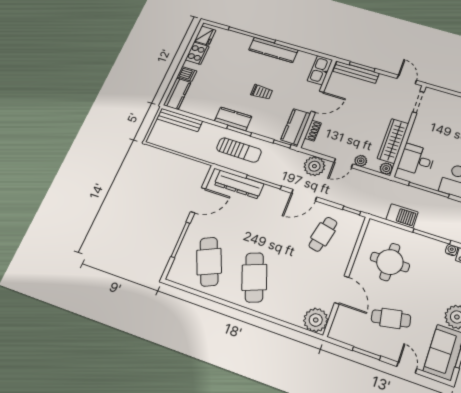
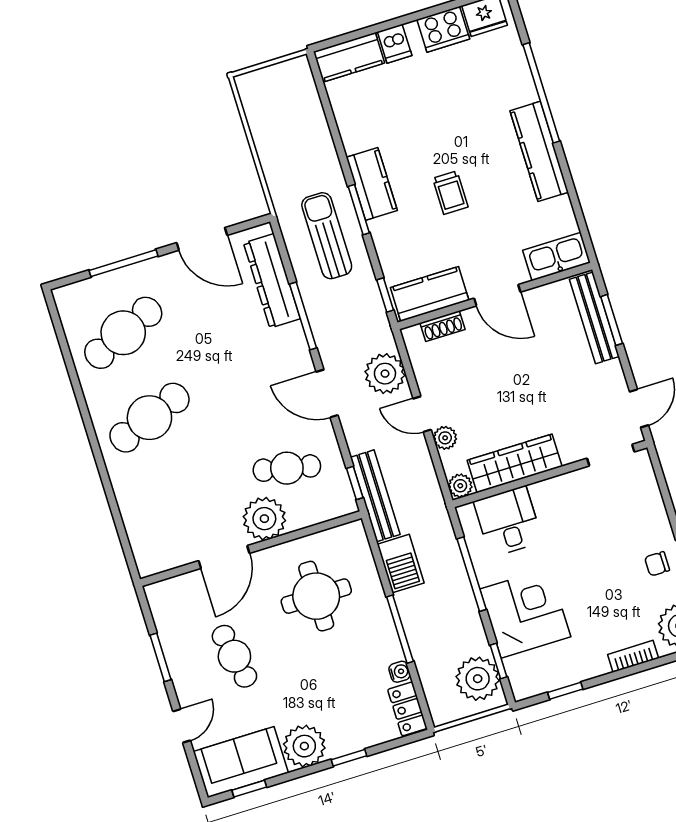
bench: (180, 120) -> (375, 496), moved
sun lounger: (239, 150) -> (327, 236), turned 180
plant: (316, 320) -> (264, 519), moved

